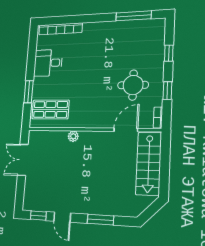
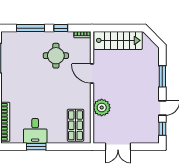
window: (169, 53) -> (30, 28), width x2.17
window: (29, 92) -> (36, 147), moved
door: (126, 130) -> (92, 74), moved
plant: (73, 136) -> (102, 108), width x1.88, depth x1.88

